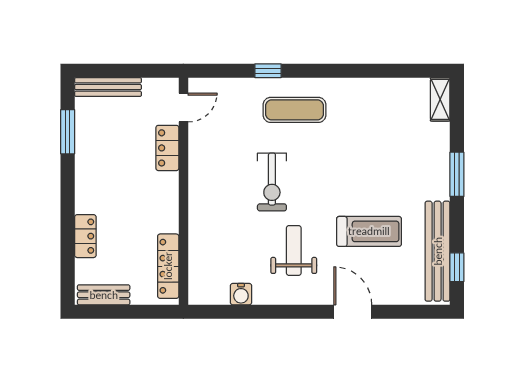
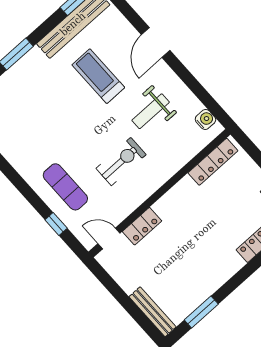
door: (183, 108) -> (109, 238), moved
locker: (167, 148) -> (142, 226), moved
wall: (183, 191) -> (159, 193), moved
locker: (168, 266) -> (213, 162), moved

